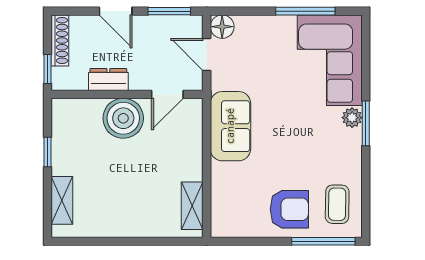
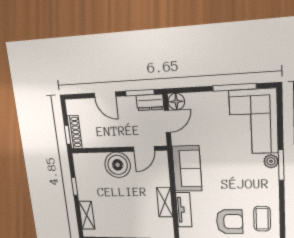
shoe rack: (60, 40) -> (75, 132), moved
door: (207, 55) -> (167, 121), swing flipped
dresser: (108, 80) -> (150, 102), moved, turned 180
tv unit: (221, 191) -> (184, 210), added
shelving: (192, 206) -> (165, 202), moved

